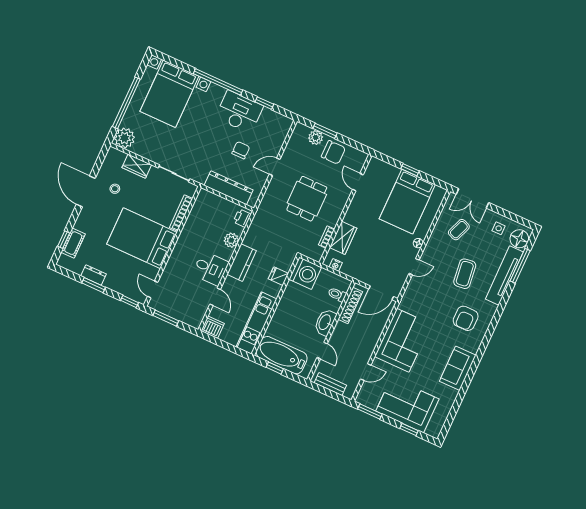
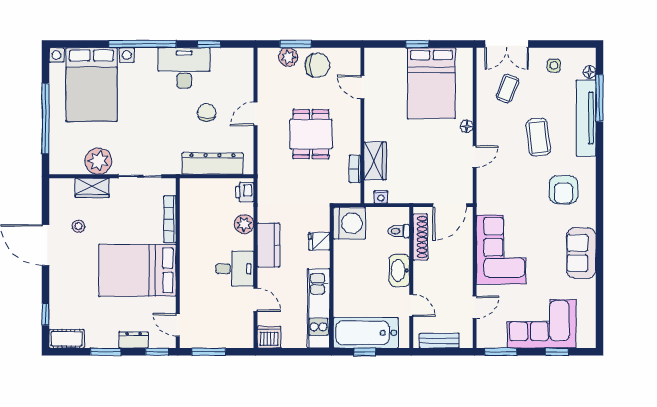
plant: (125, 138) -> (98, 161), moved
floor lamp: (519, 239) -> (590, 72), width x0.53, depth x0.53
cot: (73, 243) -> (67, 339), moved, turned 90
dresser: (94, 275) -> (134, 340), moved

